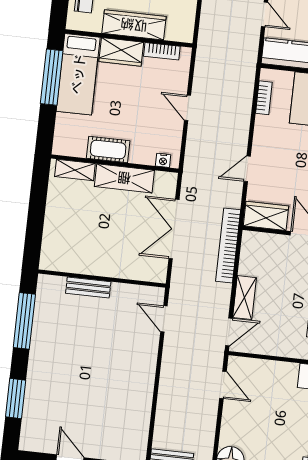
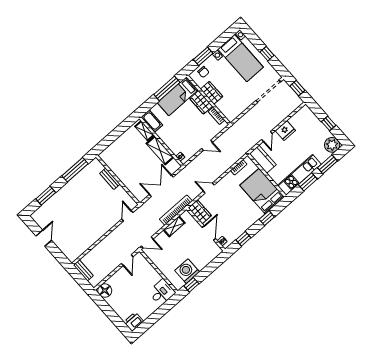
wardrobe: (134, 25) -> (212, 93), width x0.67
door: (188, 108) -> (207, 145), swing flipped
cot: (108, 149) -> (152, 121), moved
shelving: (244, 298) -> (174, 226), moved

